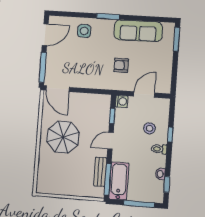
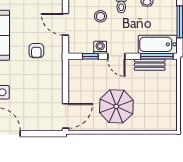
window: (43, 67) -> (44, 134), removed
washing machine: (122, 101) -> (100, 47), moved

